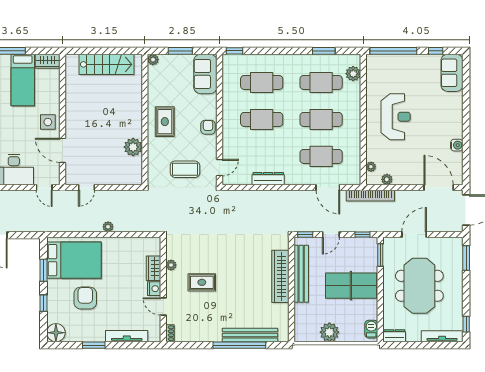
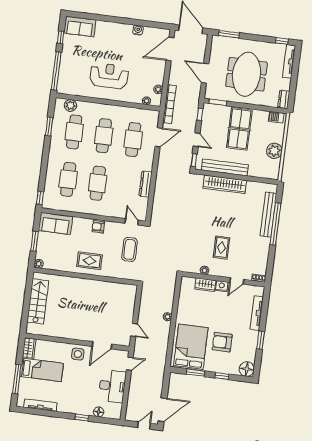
plant: (133, 147) -> (106, 289), removed
meeting table: (419, 286) -> (246, 74), turned 90

